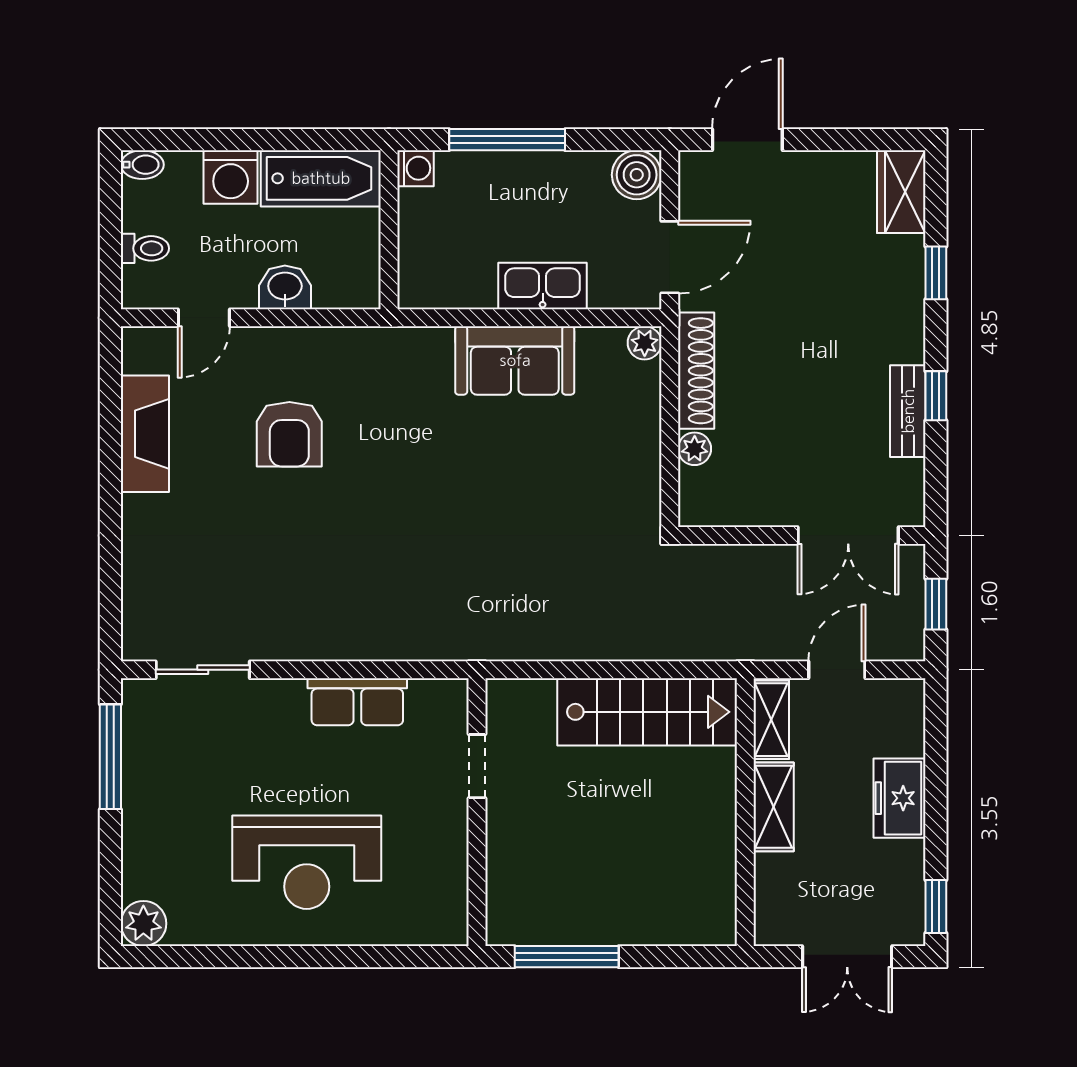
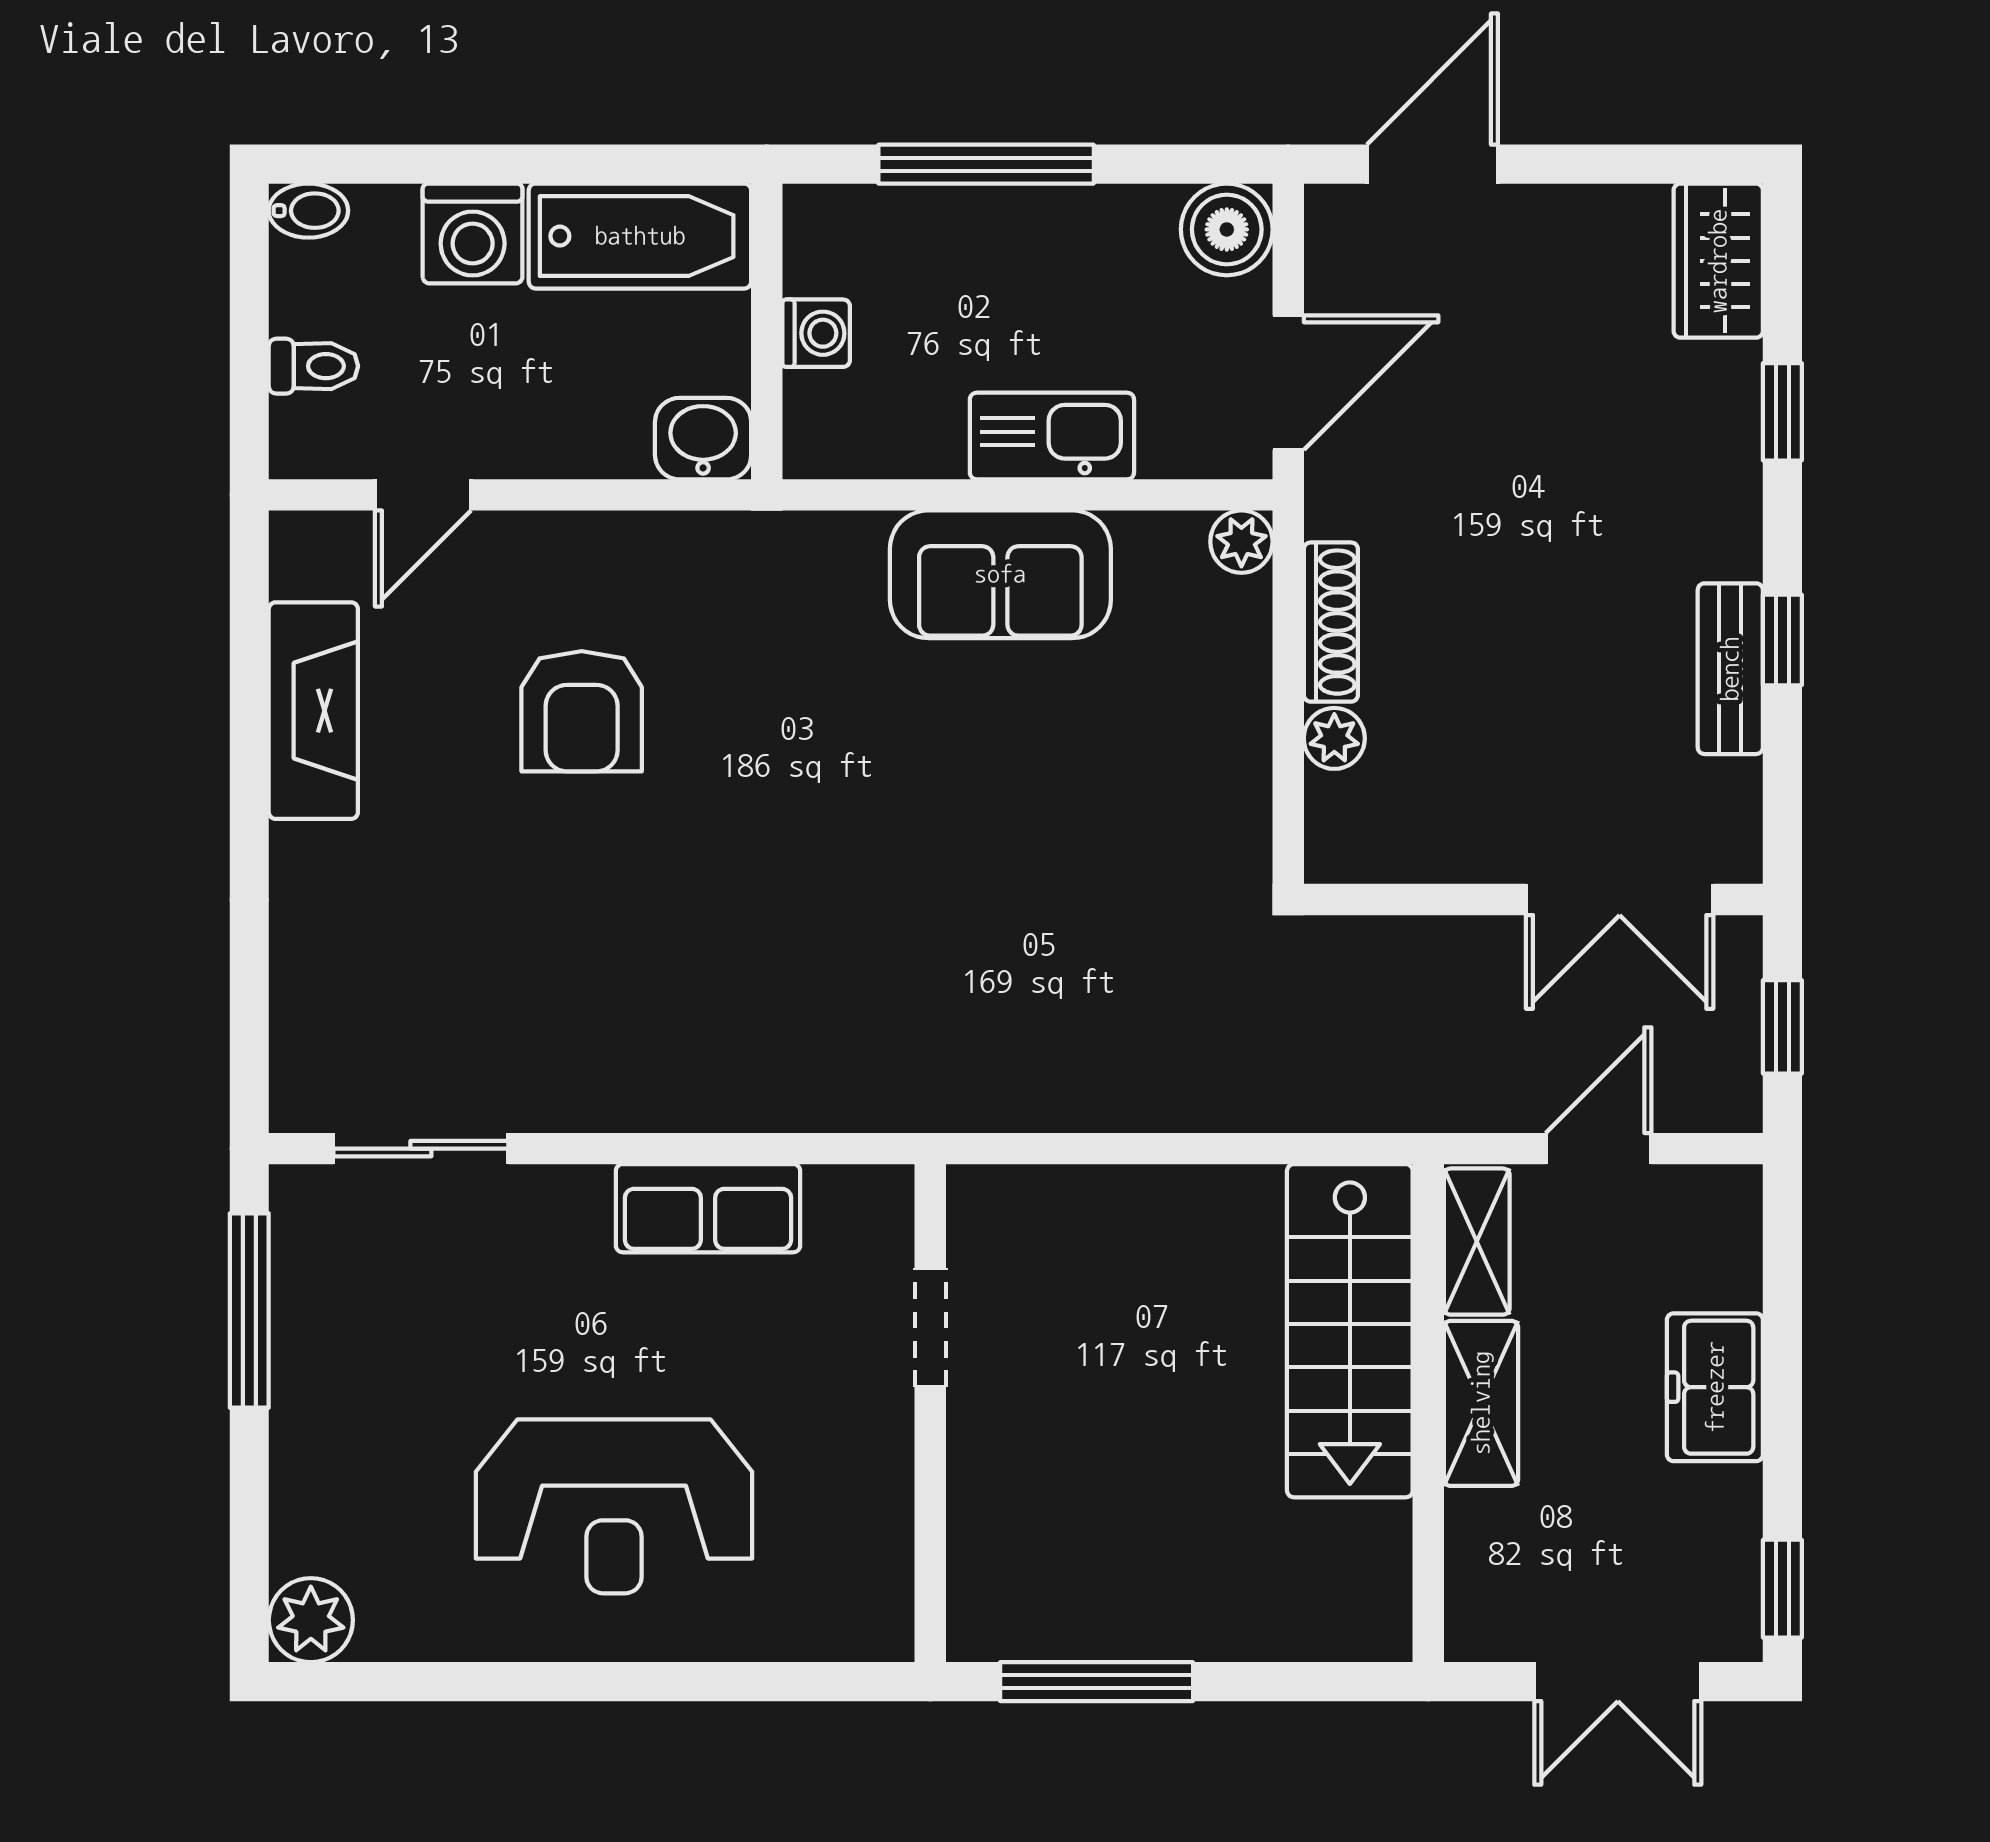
washing machine: (416, 168) -> (816, 333), moved
washbasin: (285, 287) -> (703, 439), moved
shoe rack: (696, 371) -> (1331, 622), width x0.74, depth x0.81
stairs: (647, 712) -> (1350, 1331), moved, turned 90

